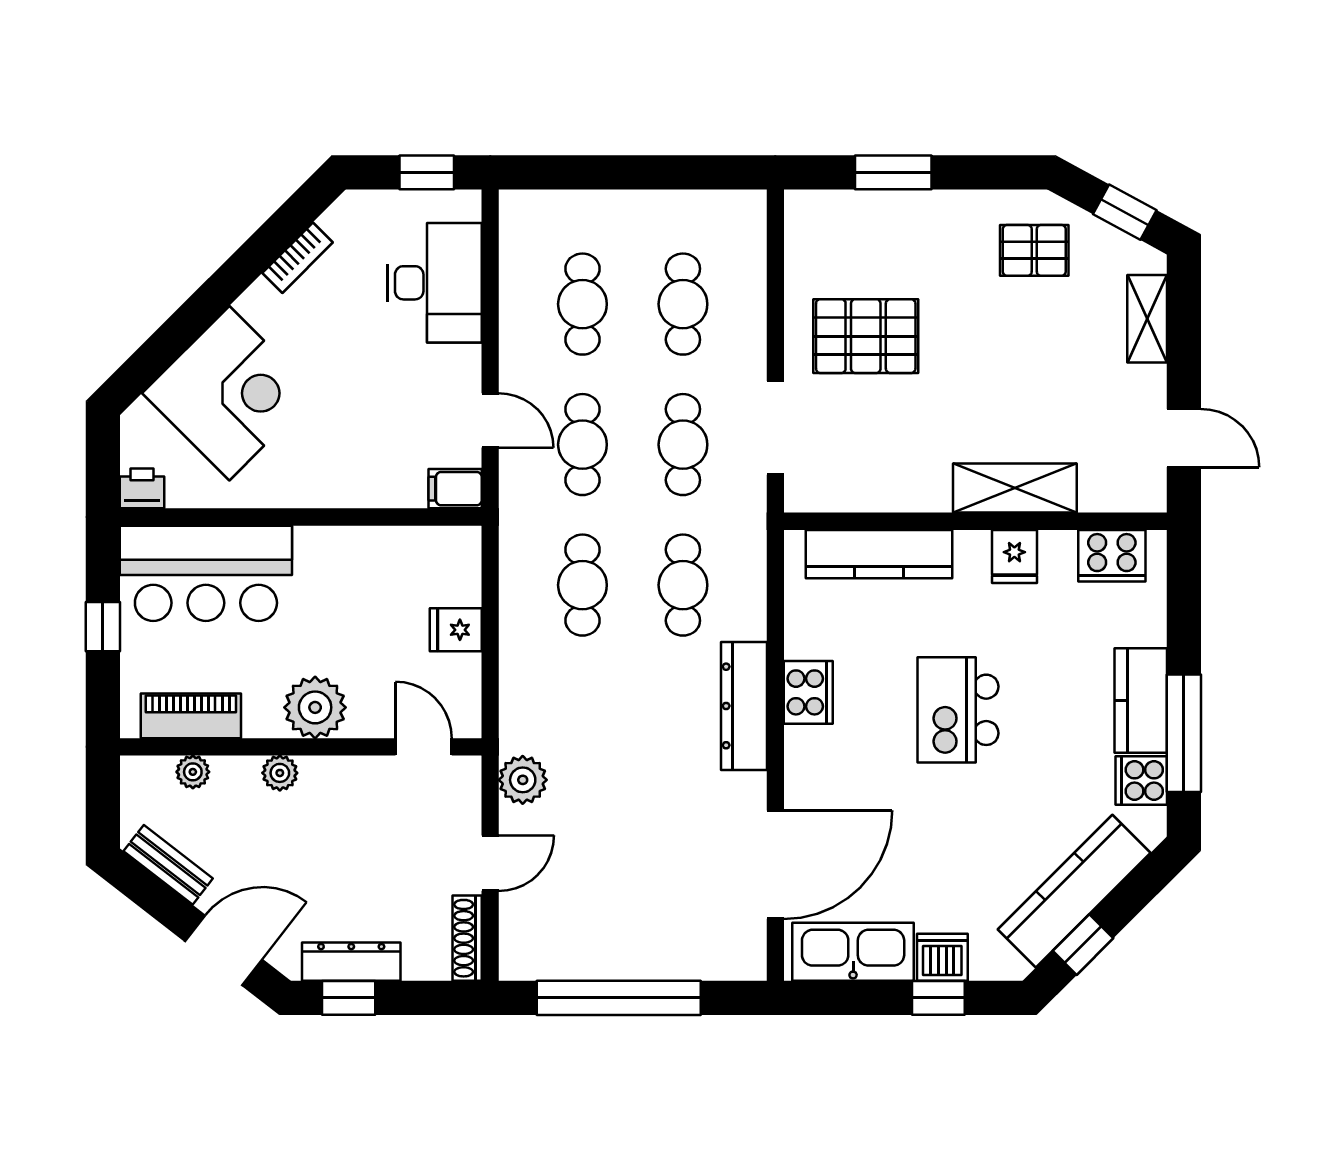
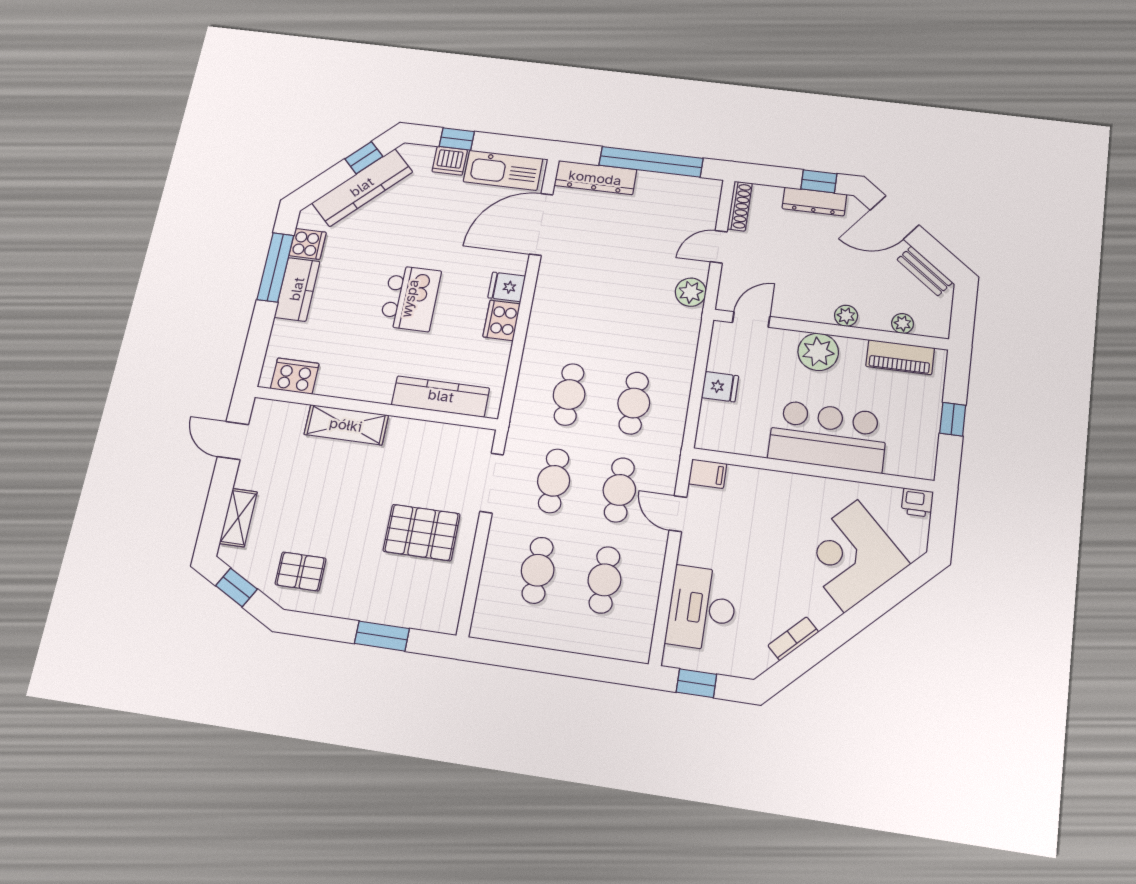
fridge: (1014, 556) -> (507, 287), moved, turned -90
bar counter: (206, 573) -> (828, 436), moved
dresser: (744, 706) -> (595, 178), moved, turned 90
door: (424, 747) -> (751, 320), swing flipped

